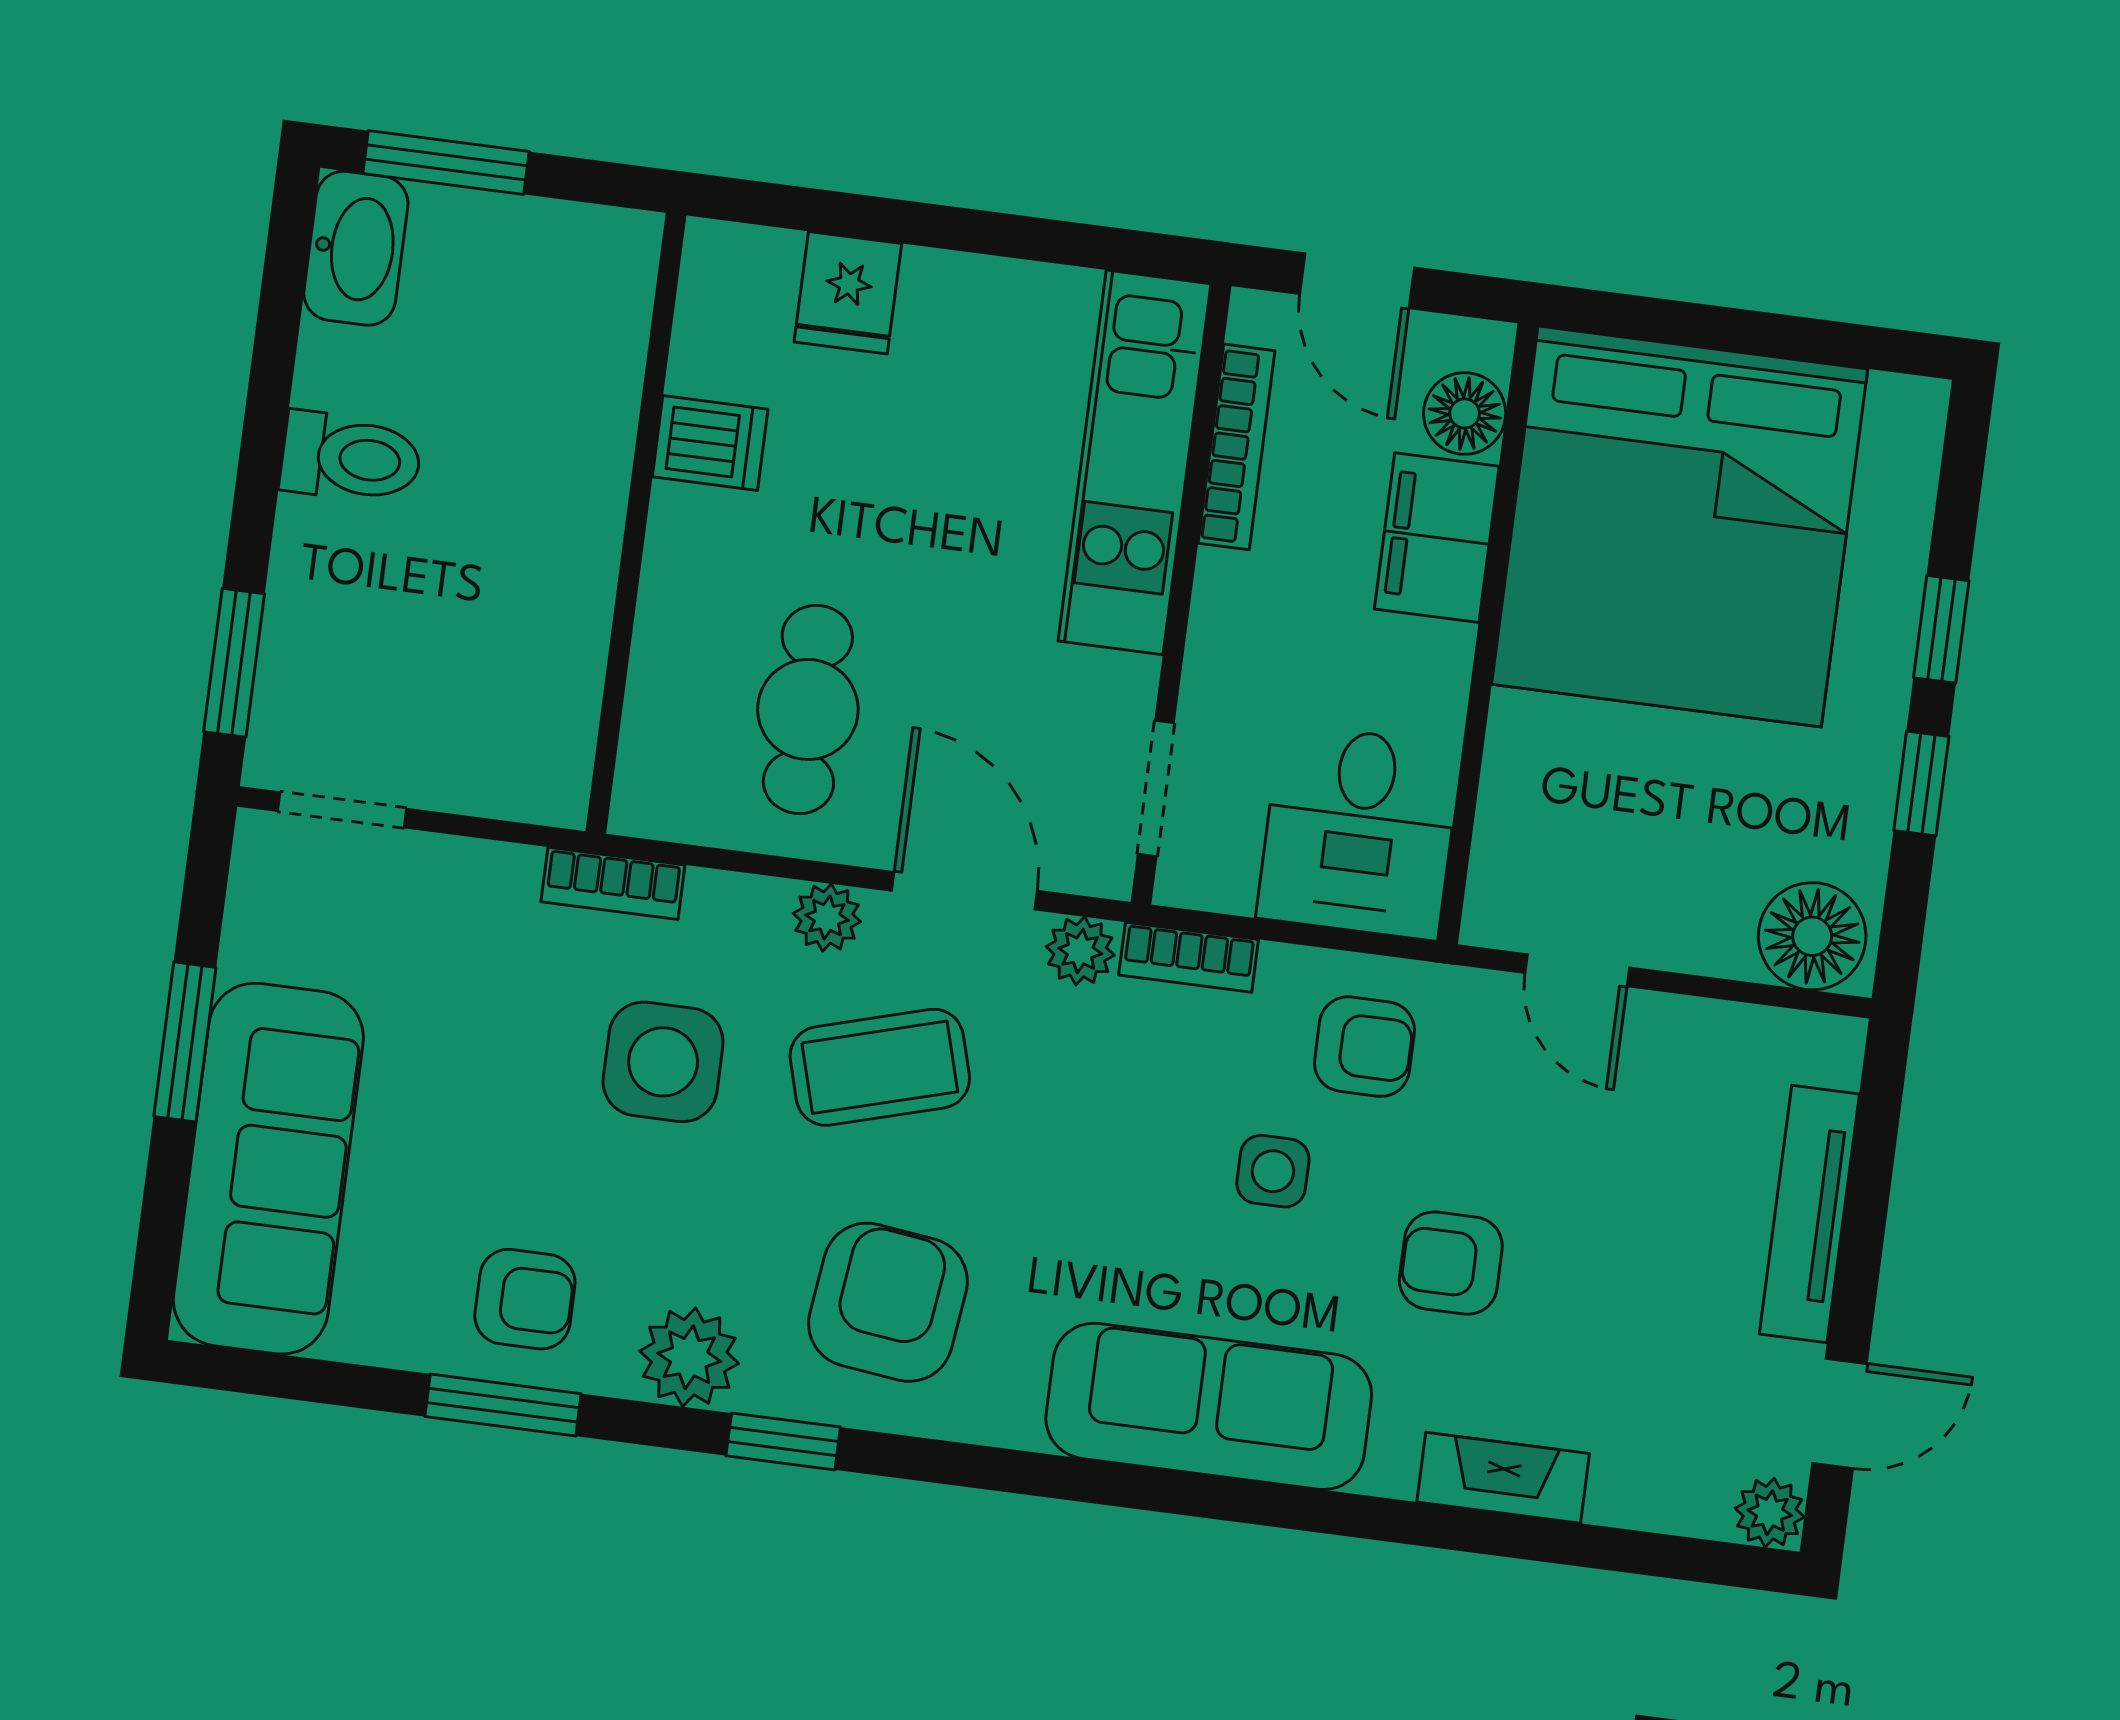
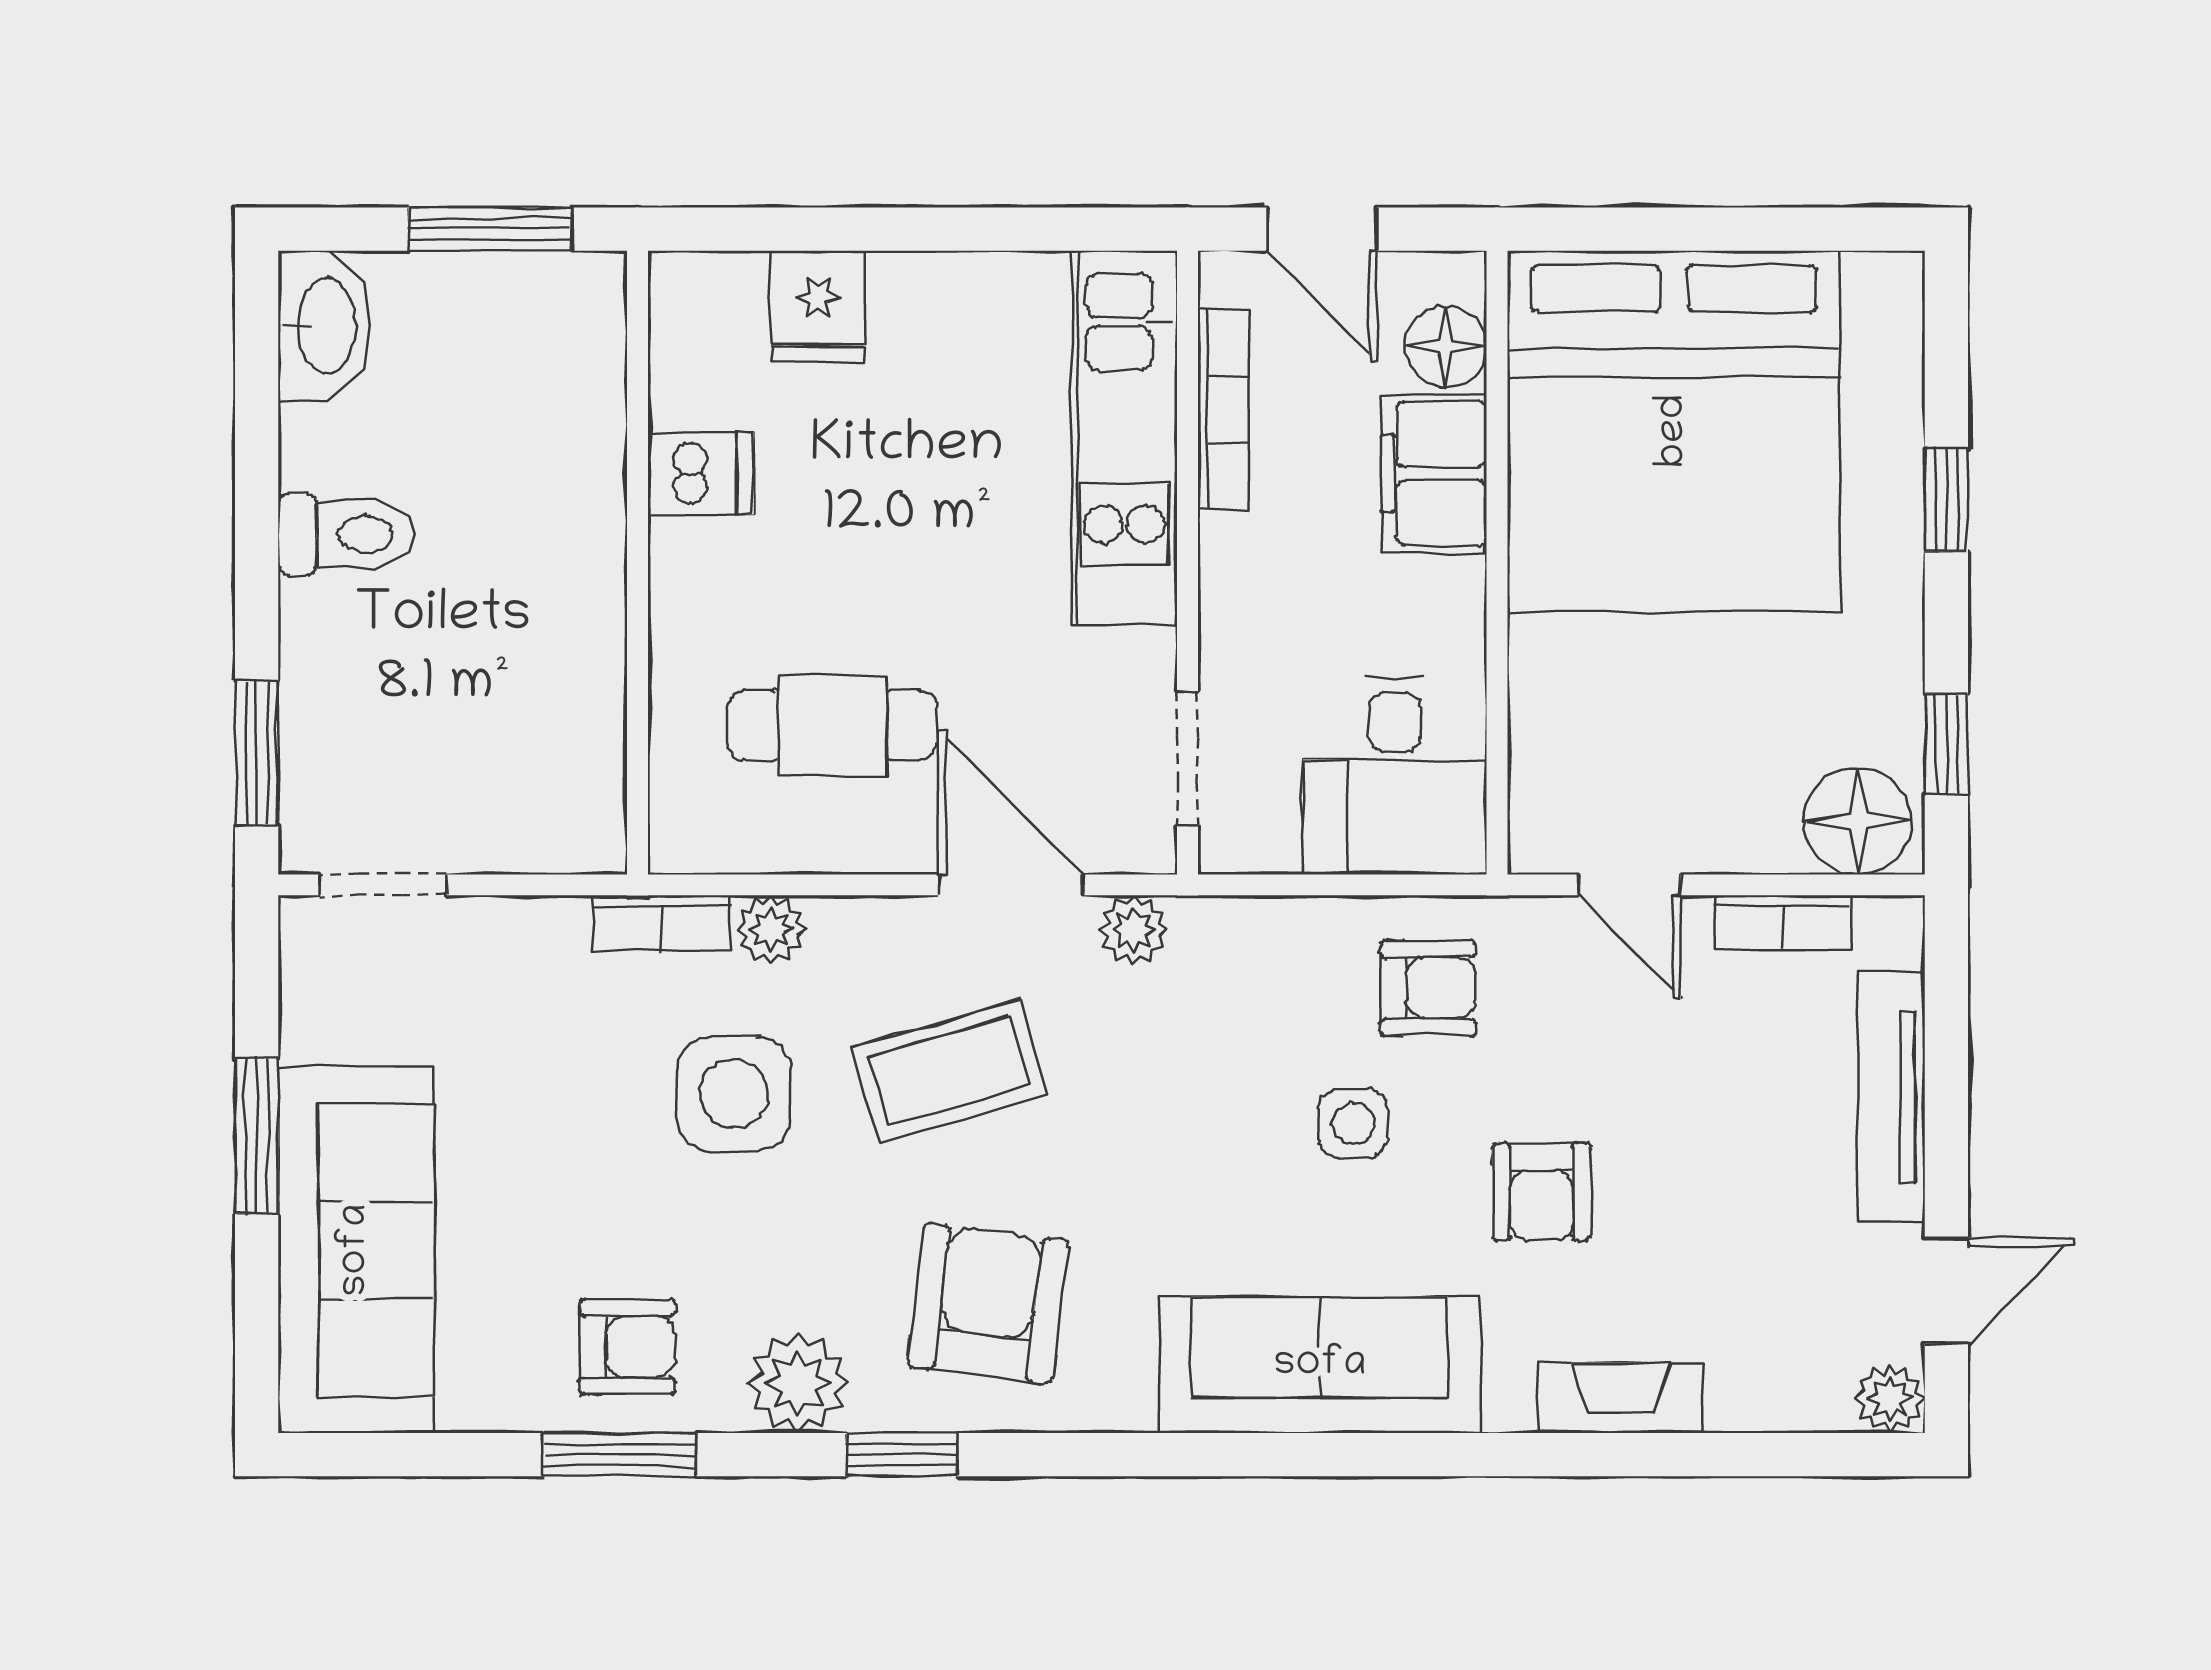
window: (446, 163) -> (490, 229), moved
cafe table: (808, 709) -> (832, 725), turned 90
window: (1921, 784) -> (1946, 744), moved
plant: (827, 918) -> (771, 929), moved
bookcase: (1189, 957) -> (1783, 922), moved
armchair: (1451, 1263) -> (1541, 1192), turned -90

